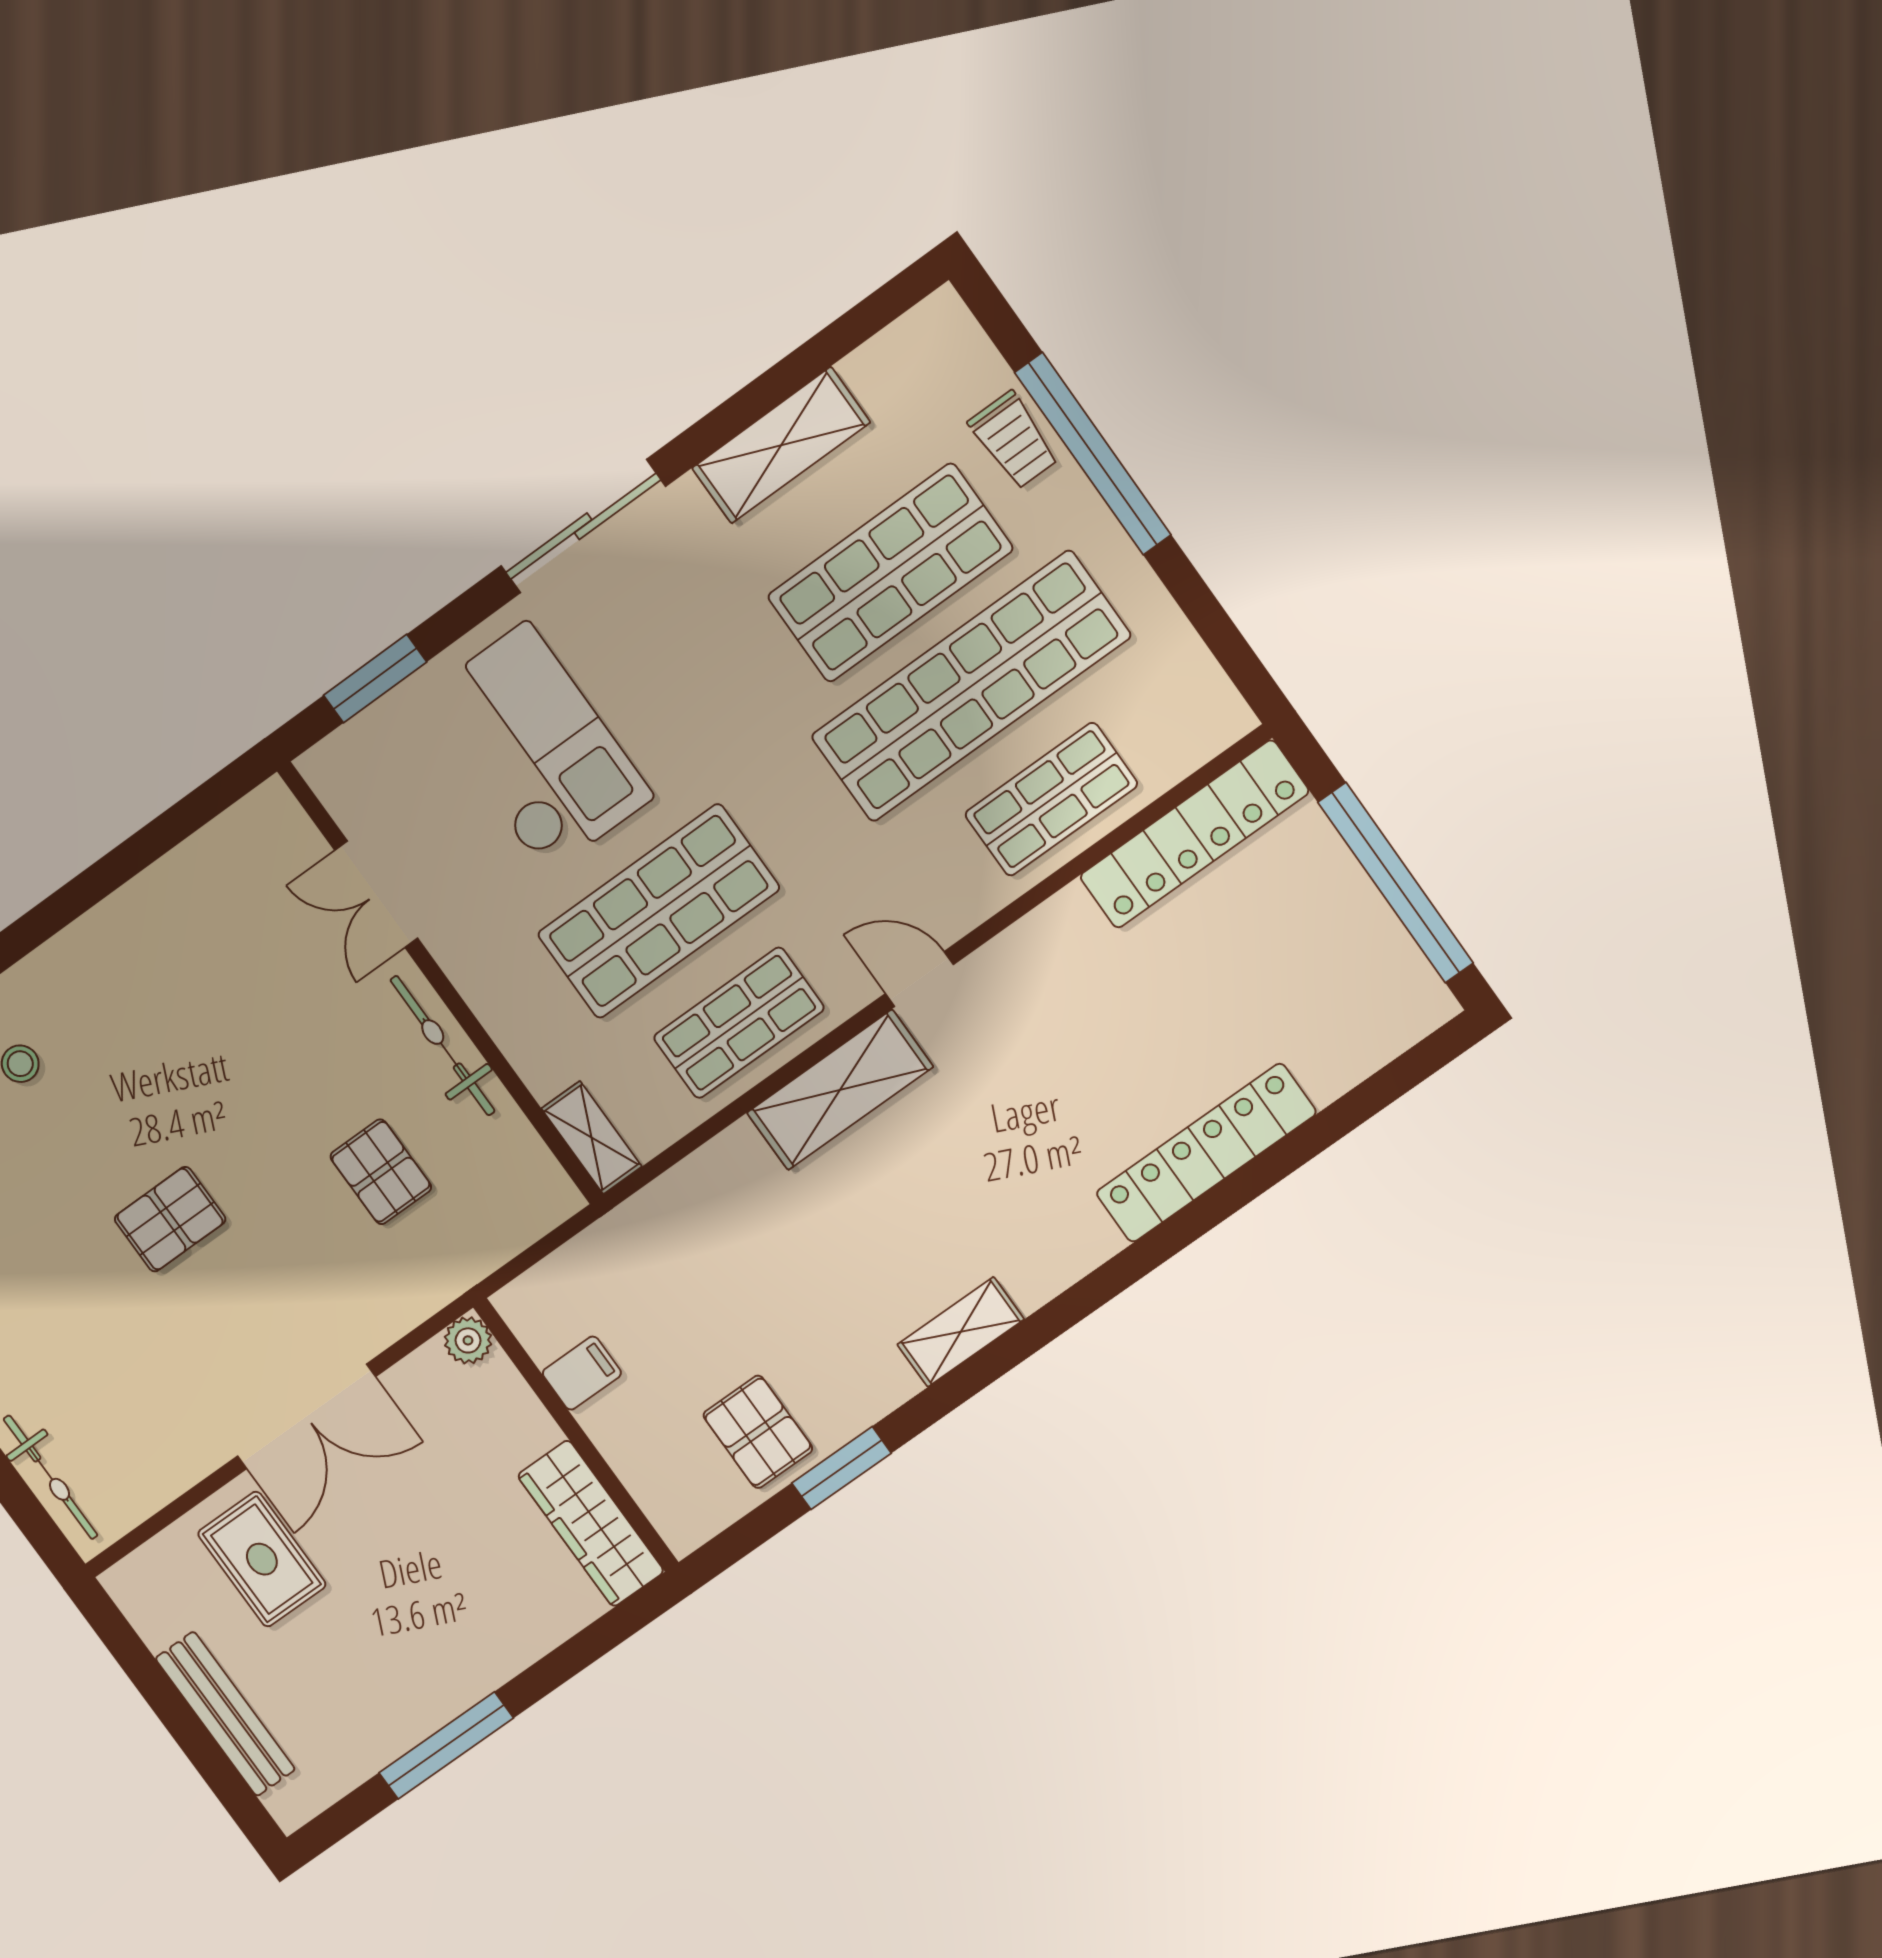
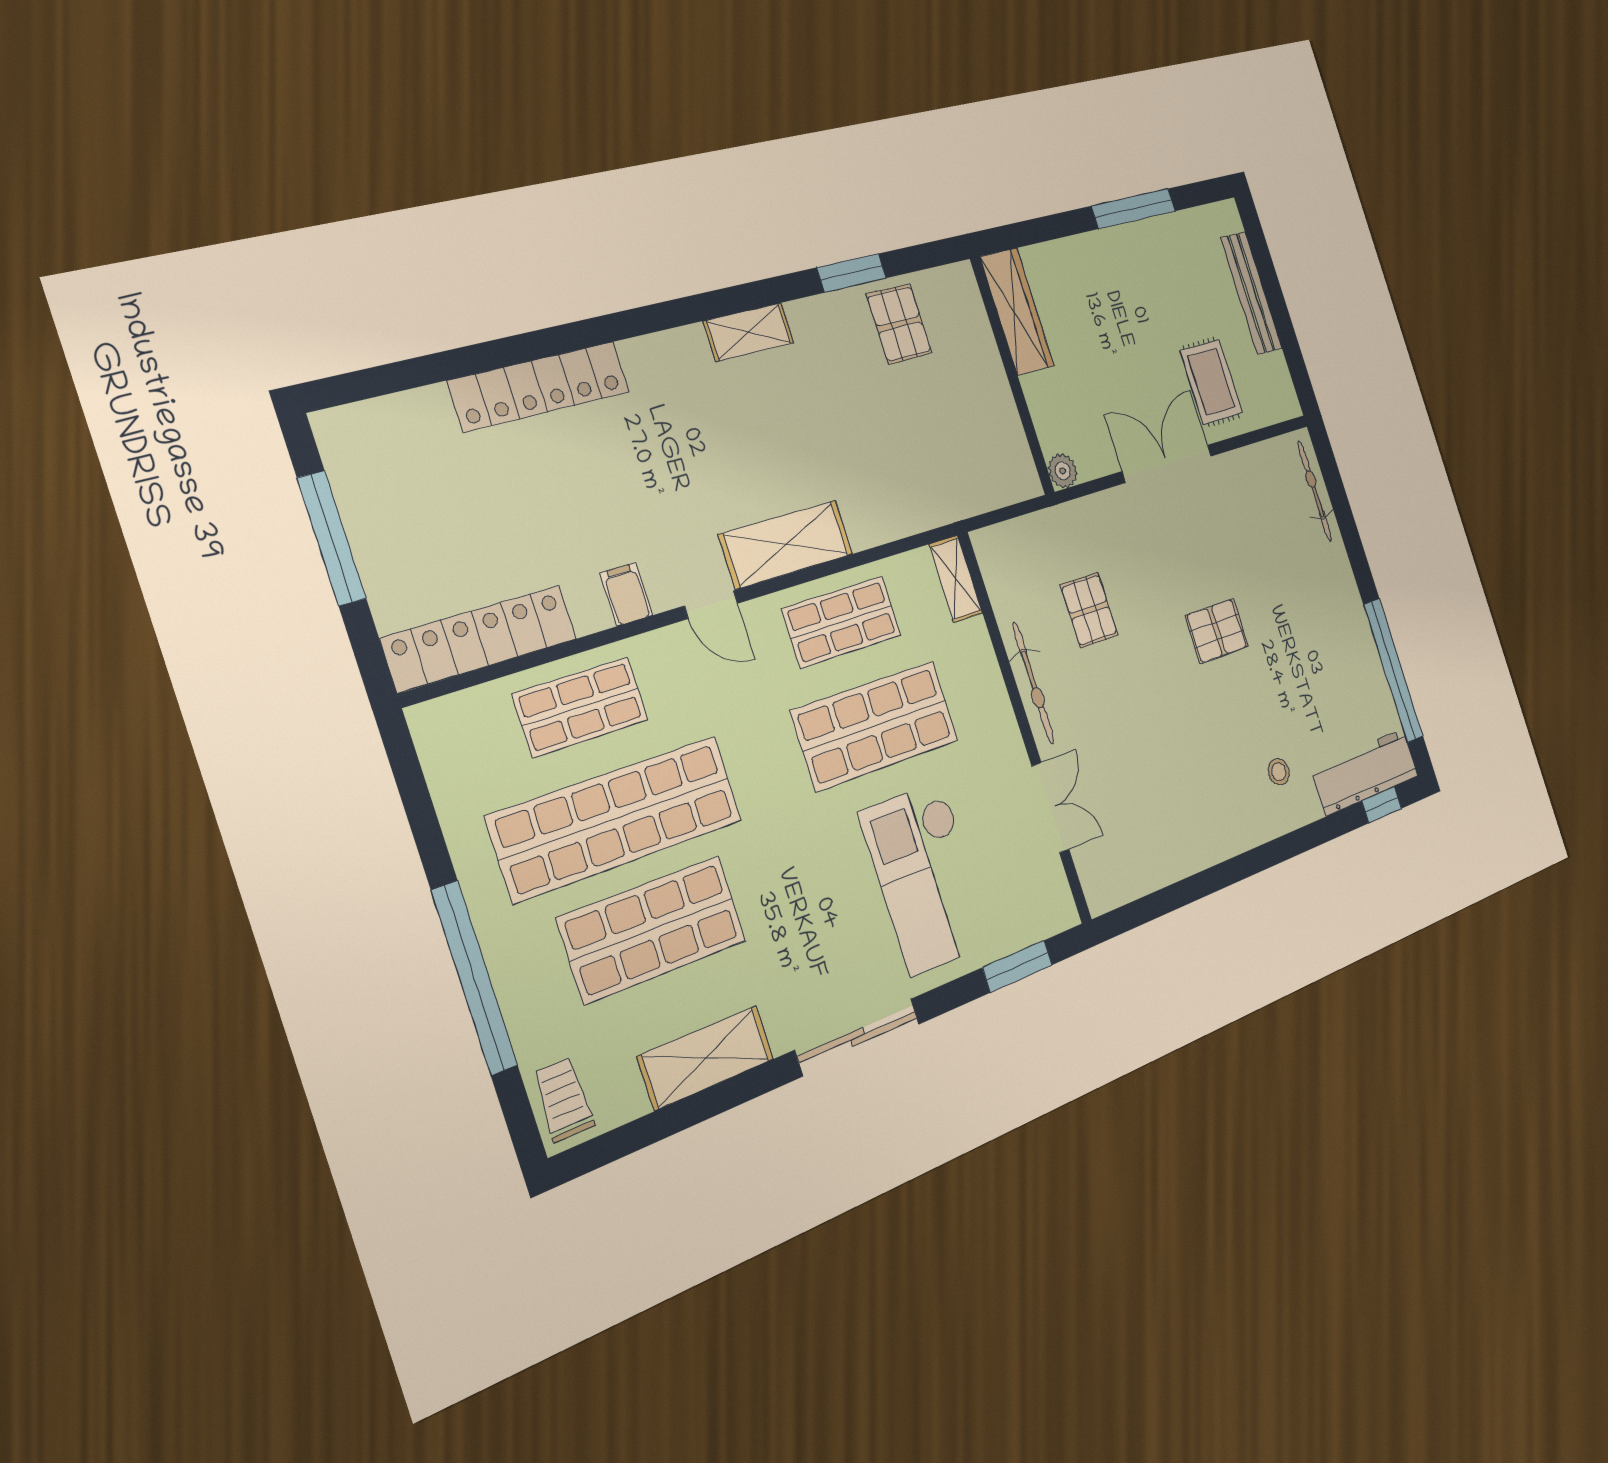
trolley: (1014, 440) -> (564, 1099), moved
window: (1396, 883) -> (332, 538), width x0.68
filing cabinet: (582, 1373) -> (626, 594), moved, turned 90

